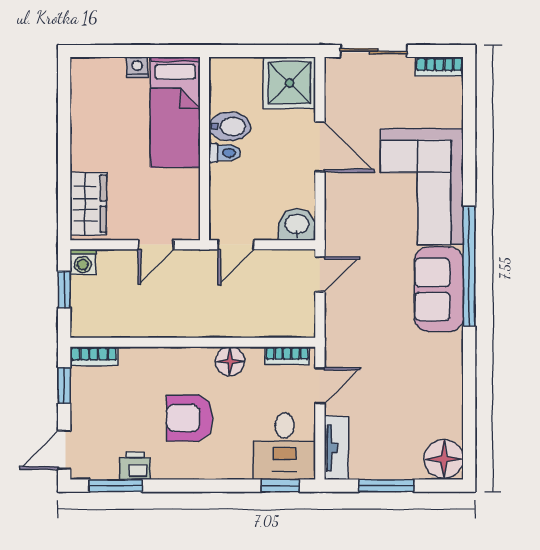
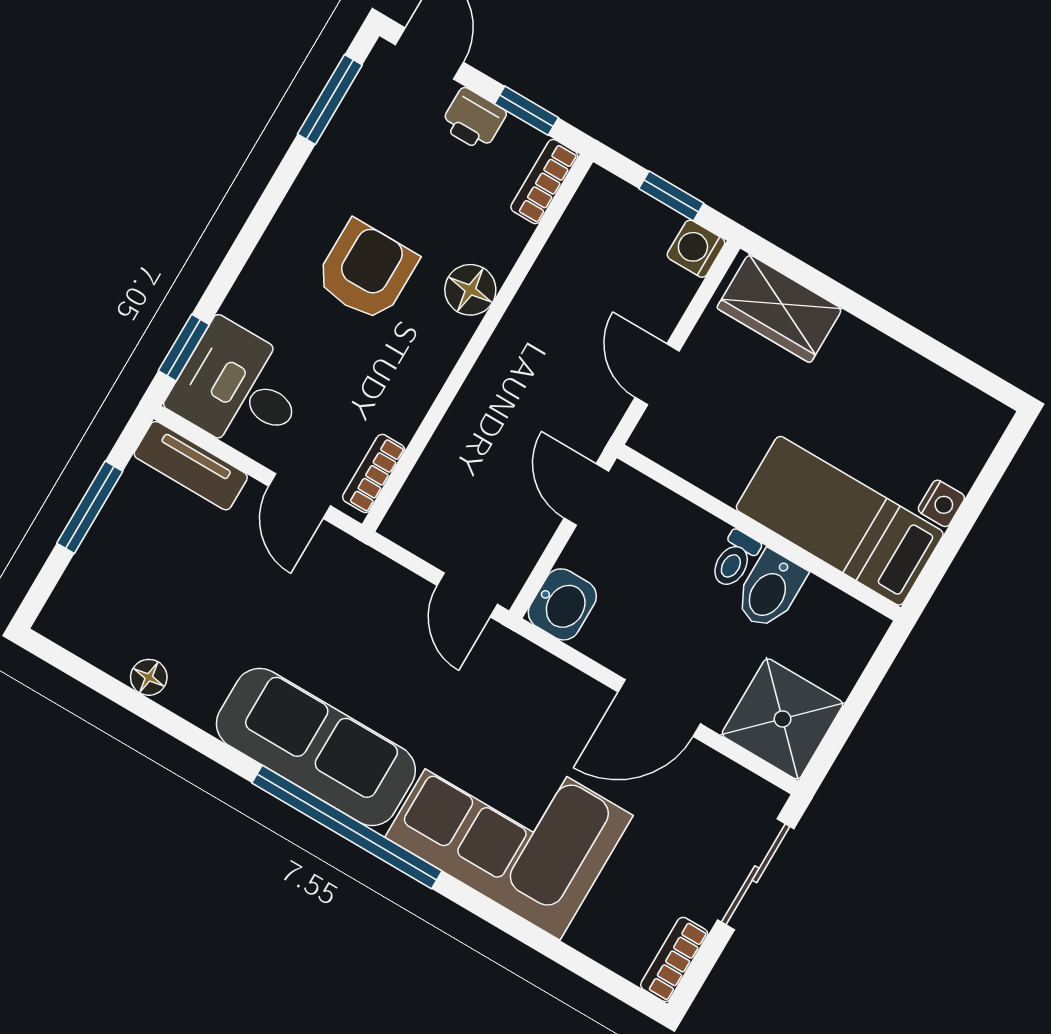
sofa: (439, 289) -> (316, 747), width x1.36
floor lamp: (230, 361) -> (470, 290), moved
floor lamp: (444, 459) -> (149, 677), moved, width x0.53, depth x0.53
printer: (135, 466) -> (473, 119), moved, turned 90

